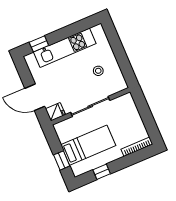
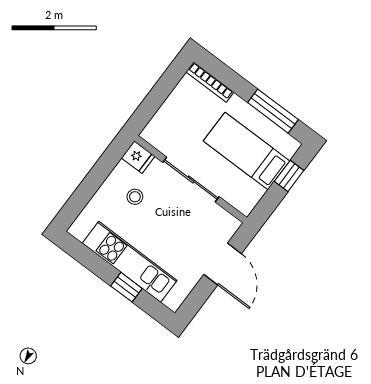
window: (39, 44) -> (126, 287), moved
fridge: (55, 112) -> (138, 157), moved, turned 180
window: (102, 172) -> (273, 111), width x2.17

